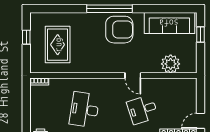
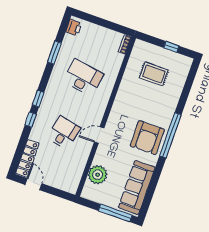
window: (201, 35) -> (115, 213), width x2.17
rug: (58, 45) -> (154, 74), width x0.73, depth x0.70
desk: (142, 110) -> (64, 133), turned 30

